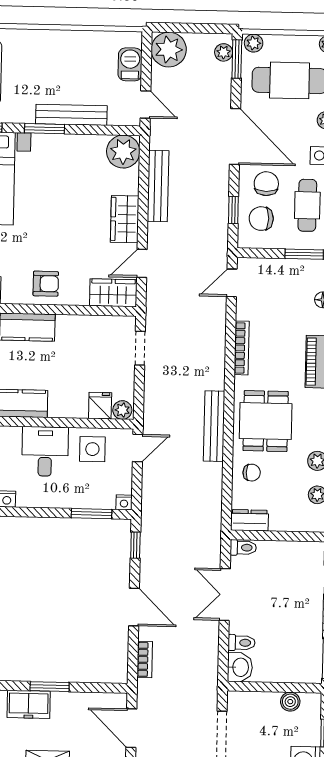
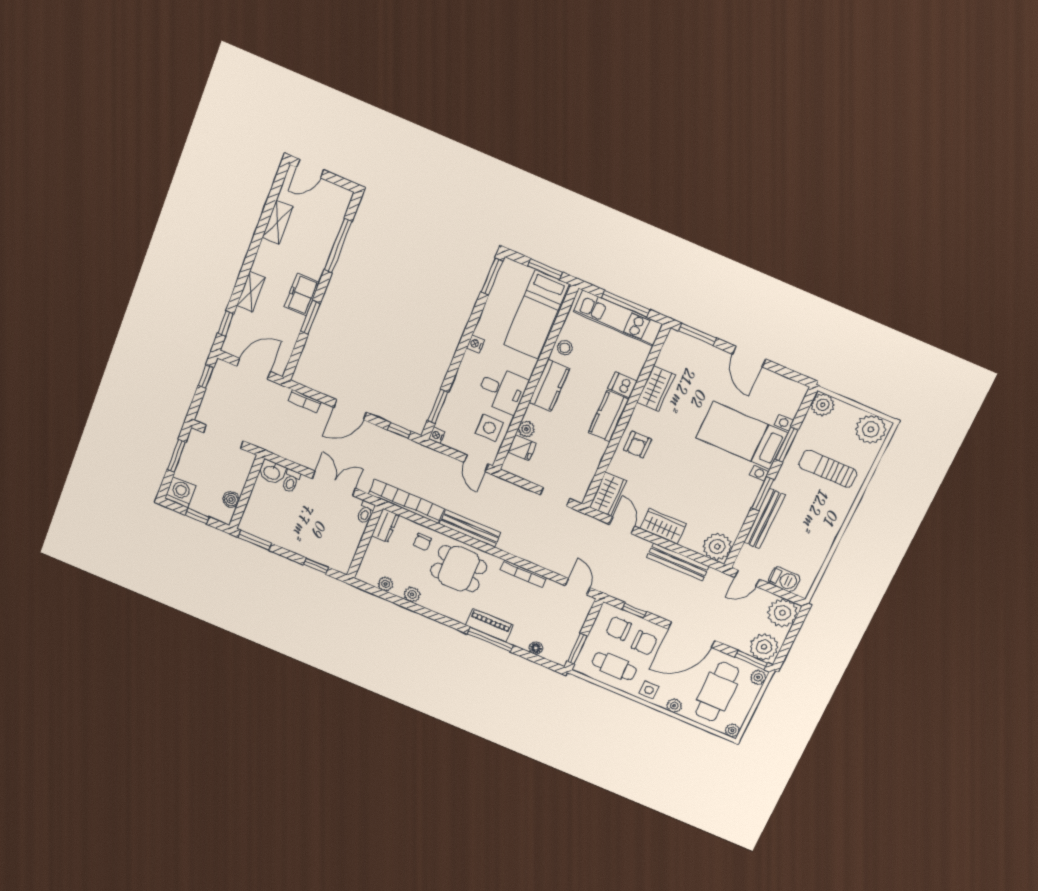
plant: (224, 52) -> (764, 647), width x1.88, depth x1.88
chair: (261, 219) -> (619, 628), turned -90
plant: (122, 410) -> (526, 429), moved
bookcase: (212, 508) -> (406, 501), added

